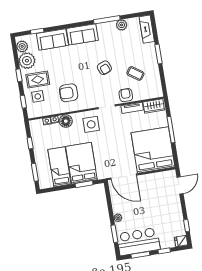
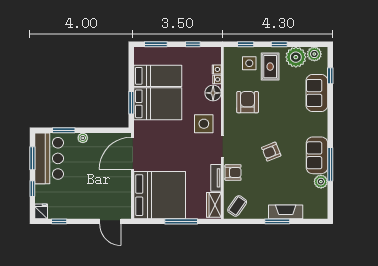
fireplace: (147, 29) -> (286, 212), moved
sofa: (82, 34) -> (317, 155), moved
coffee table: (135, 73) -> (237, 206), moved

